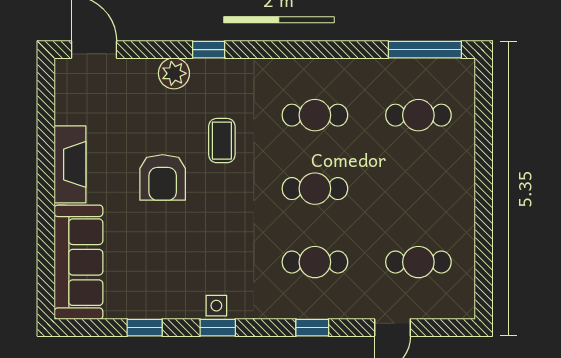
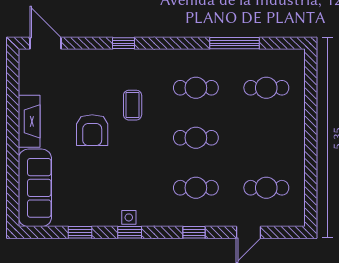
window: (425, 50) -> (235, 43), moved
plant: (174, 73) -> (100, 59), removed

